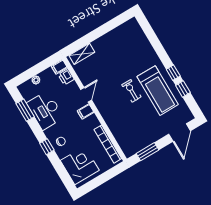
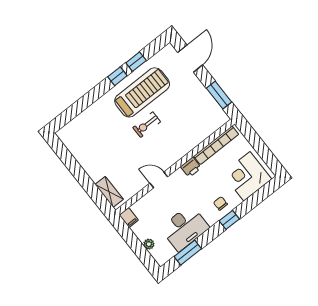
printer: (66, 77) -> (191, 167), moved
filing cabinet: (86, 112) -> (180, 178), removed
door: (180, 133) -> (190, 59), hinge flipped

